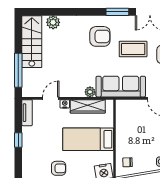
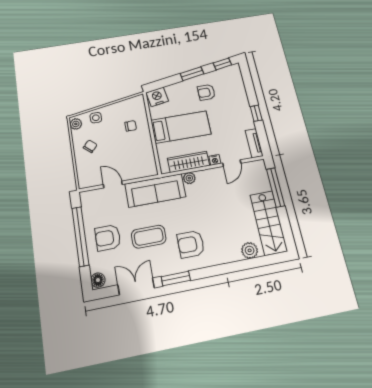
chair: (127, 162) -> (131, 126), moved

